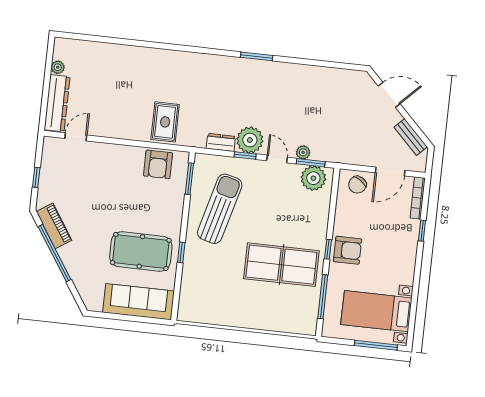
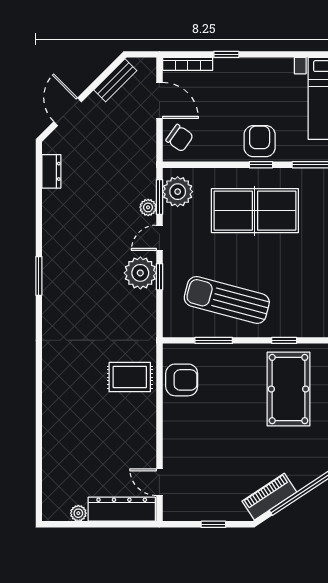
dresser: (221, 142) -> (51, 171), moved, turned 180
window: (189, 179) -> (214, 340), moved
table tennis table: (281, 265) -> (255, 211), moved, turned 90

